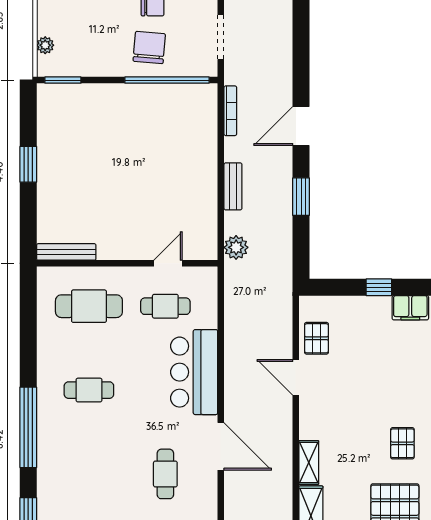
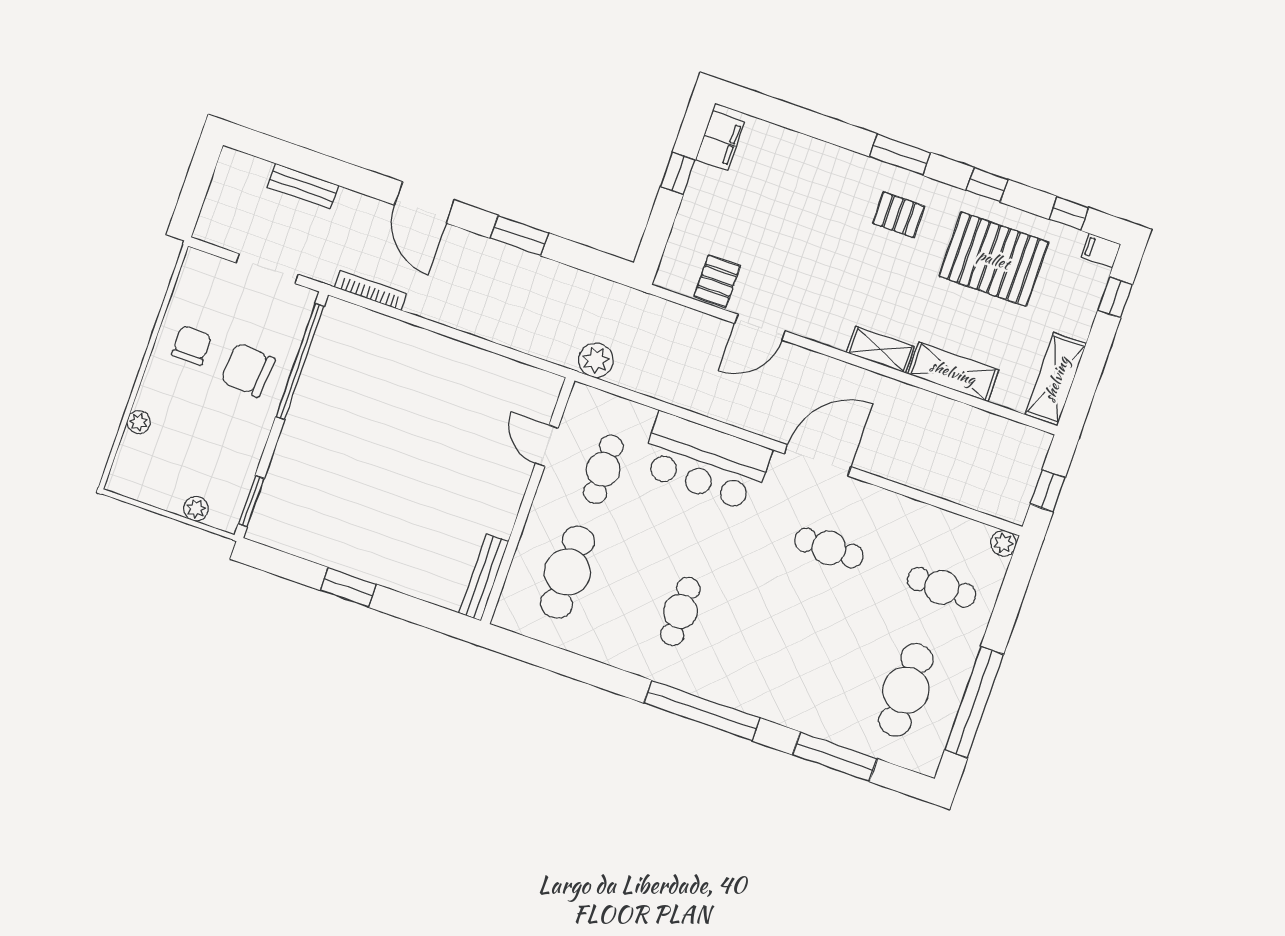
bench: (233, 186) -> (303, 186), moved
plant: (236, 247) -> (596, 360), moved
pallet: (316, 338) -> (717, 281), turned 90

